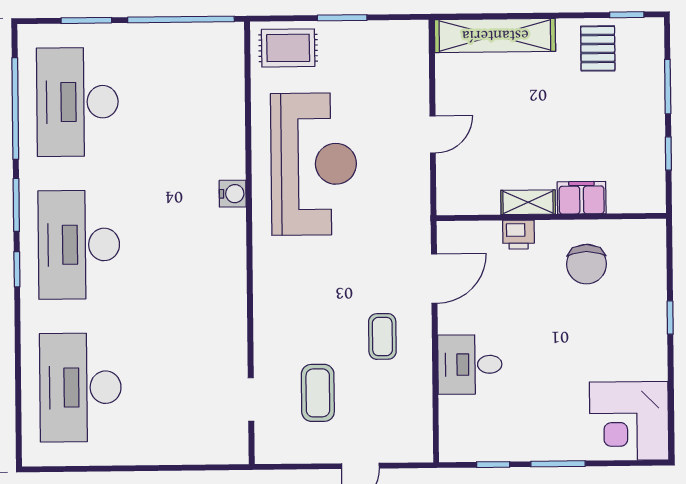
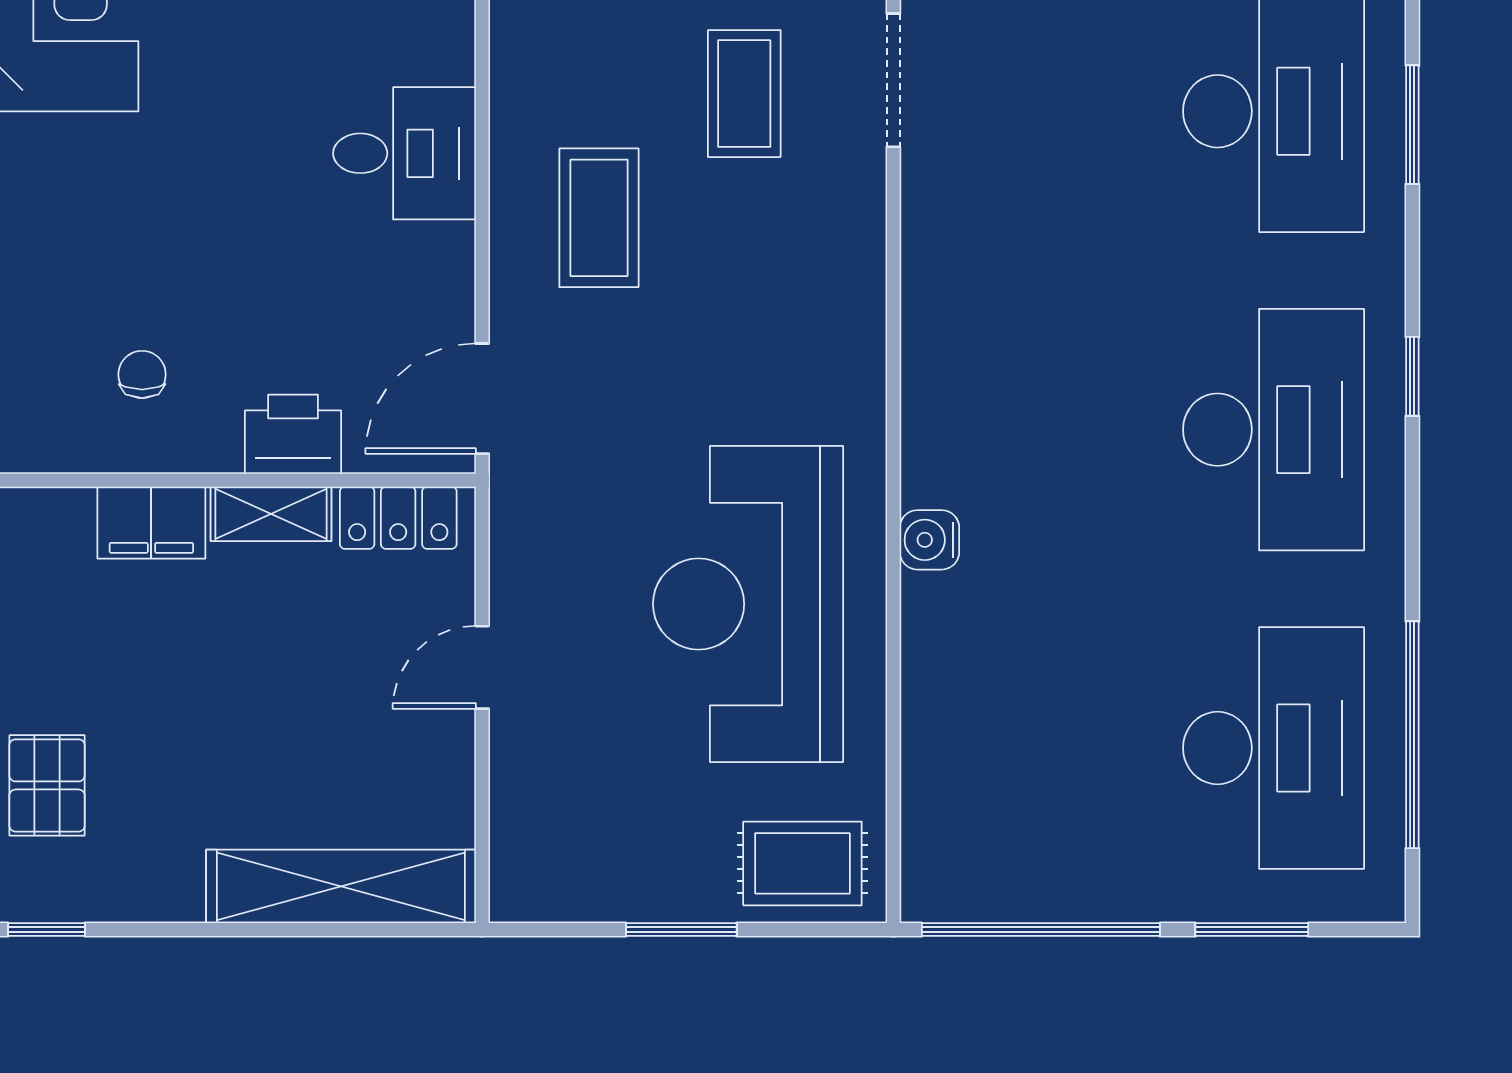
pallet: (598, 48) -> (47, 785), moved
locker: (471, 201) -> (398, 518), added
window: (16, 205) -> (1412, 125), moved
printer: (519, 235) -> (293, 434), width x1.36, depth x1.24
chair: (587, 264) -> (142, 374), width x0.54, depth x0.54
door: (434, 279) -> (482, 399), moved
coffee table: (382, 336) -> (599, 218), width x1.36, depth x1.30
doorway: (251, 400) -> (893, 80), width x1.38

